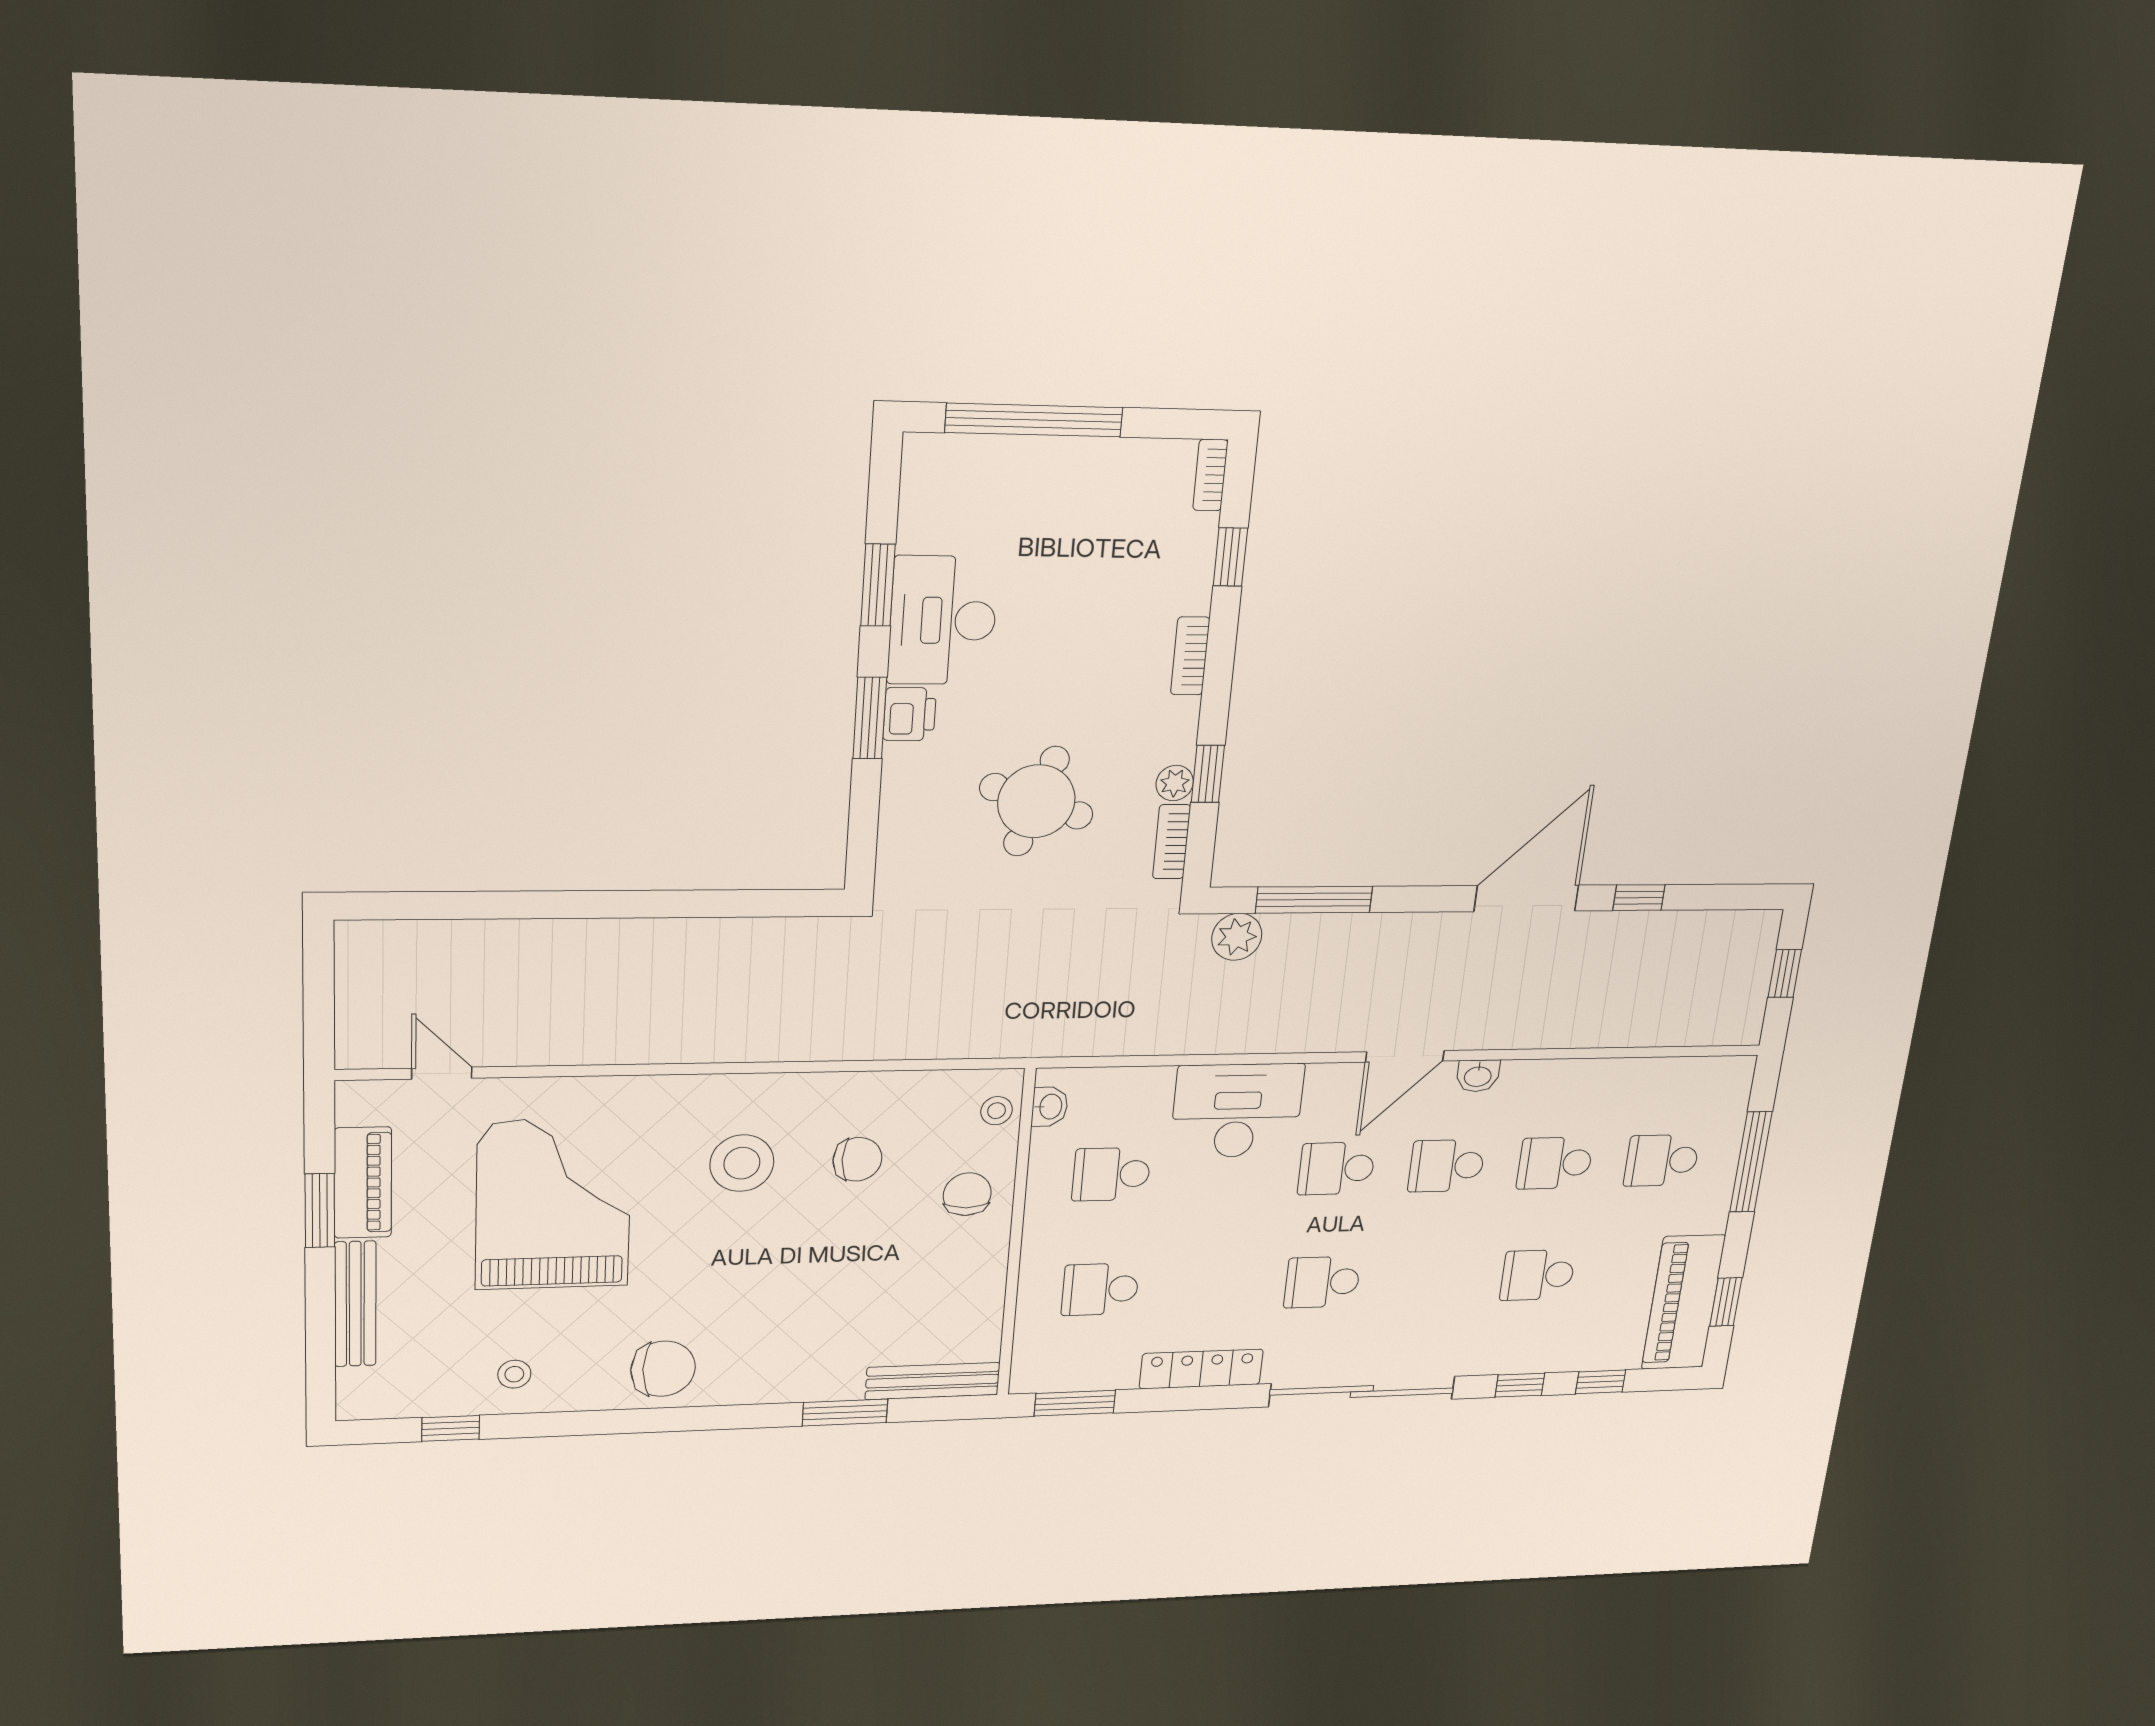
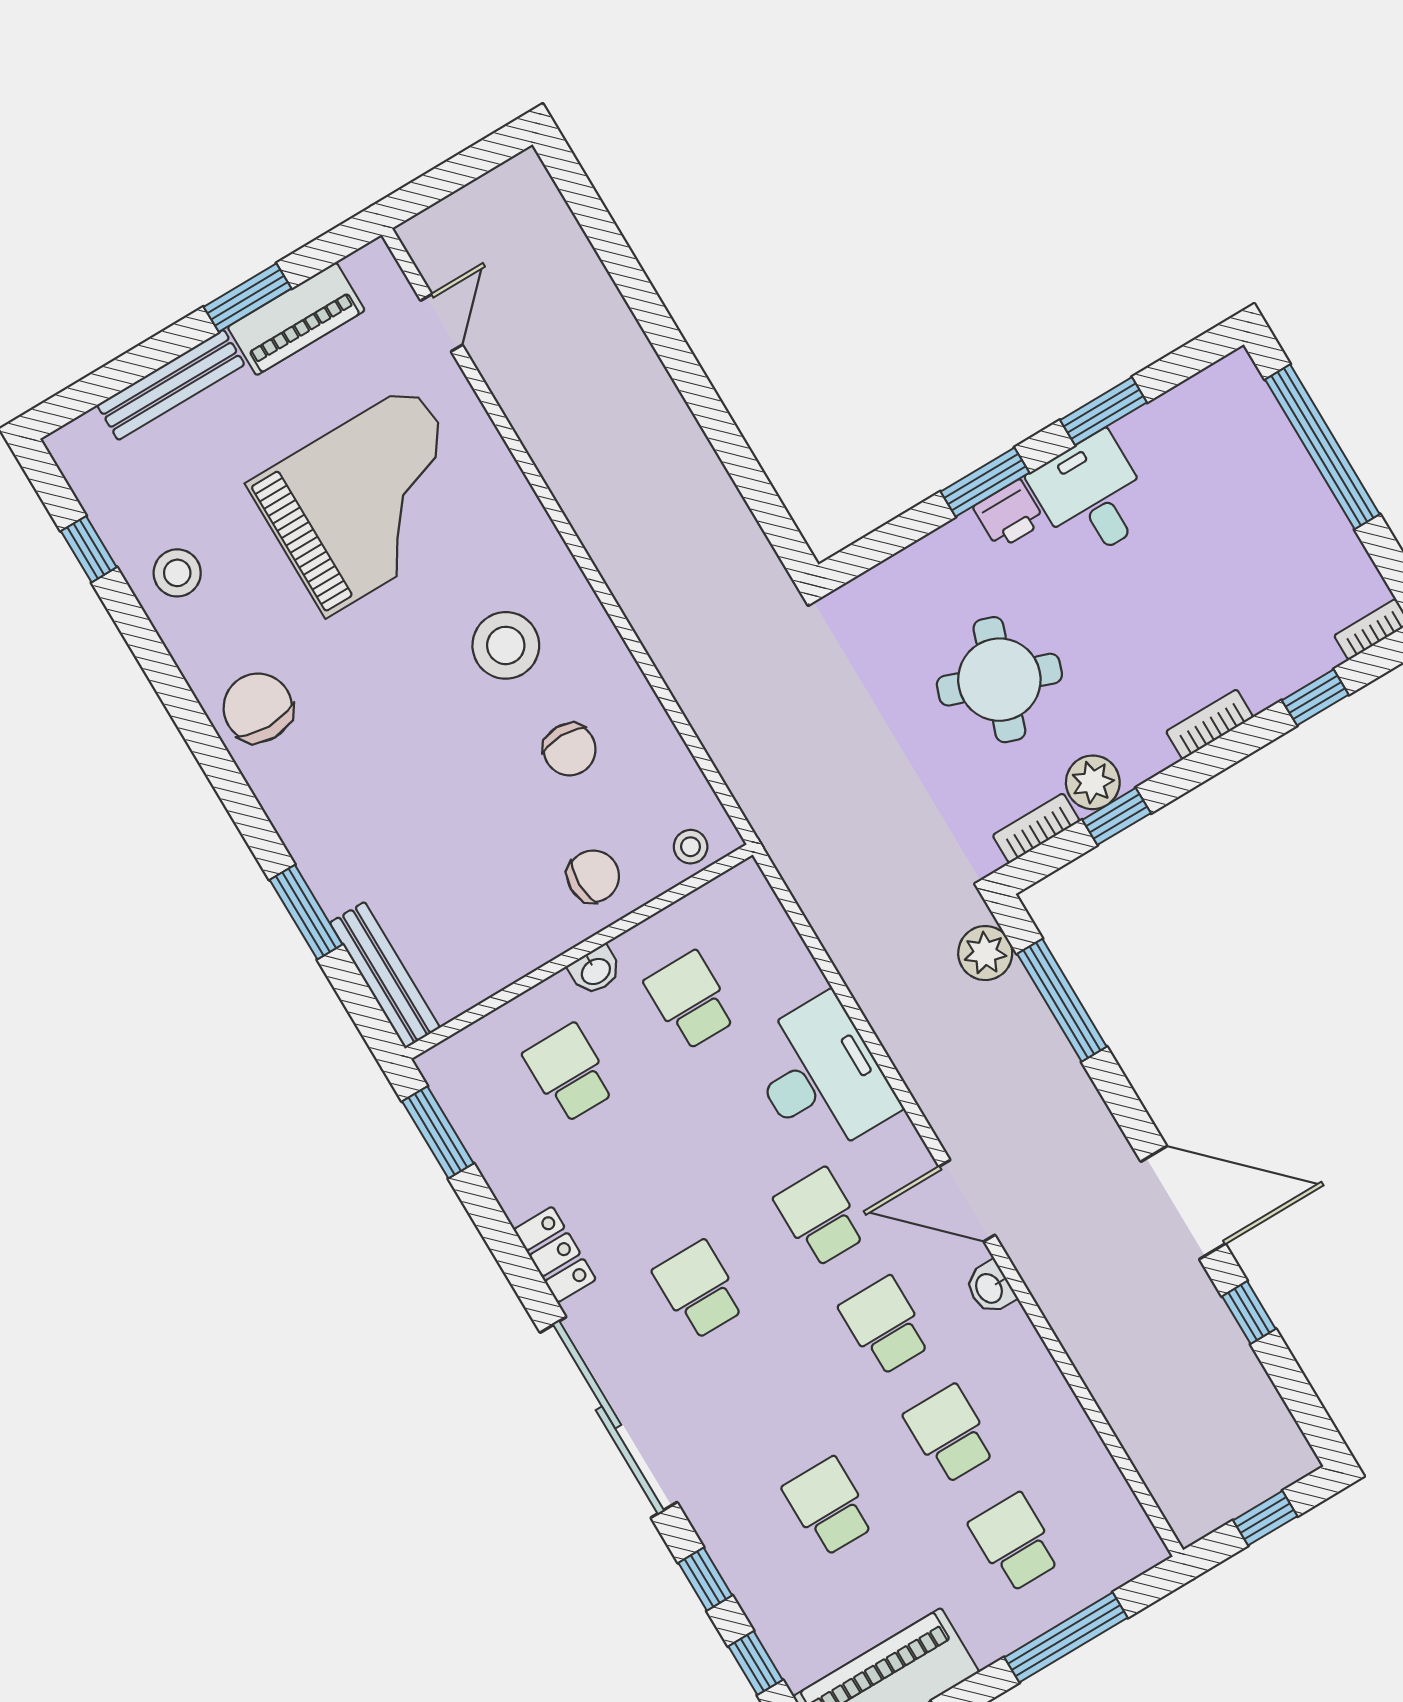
desk: (943, 620) -> (1092, 496), width x0.73
plant: (1175, 783) -> (1093, 782), width x1.38, depth x1.38
washbasin: (1050, 1107) -> (595, 970), moved
chair: (663, 1369) -> (258, 708), turned 180
locker: (1201, 1369) -> (555, 1255), width x0.66
stool: (514, 1374) -> (177, 573), width x1.37, depth x1.37

